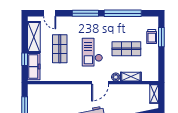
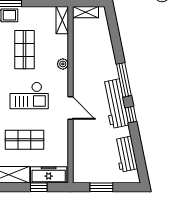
shelving: (131, 77) -> (62, 20), moved
door: (100, 83) -> (70, 108), moved

